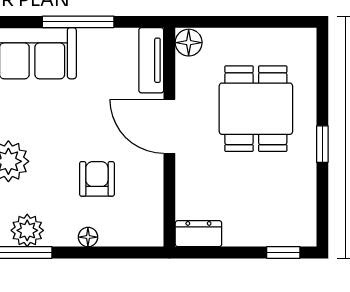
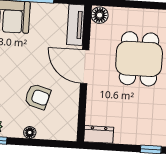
armchair: (97, 179) -> (38, 97), turned 106

